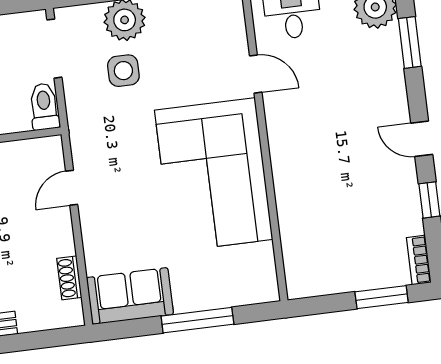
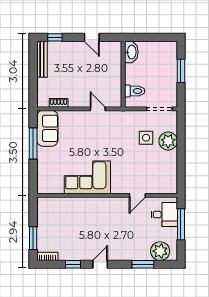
toilet: (44, 107) -> (135, 91), moved
corner sofa: (214, 175) -> (87, 177), width x0.73, depth x0.74
window: (197, 320) -> (33, 143), moved

